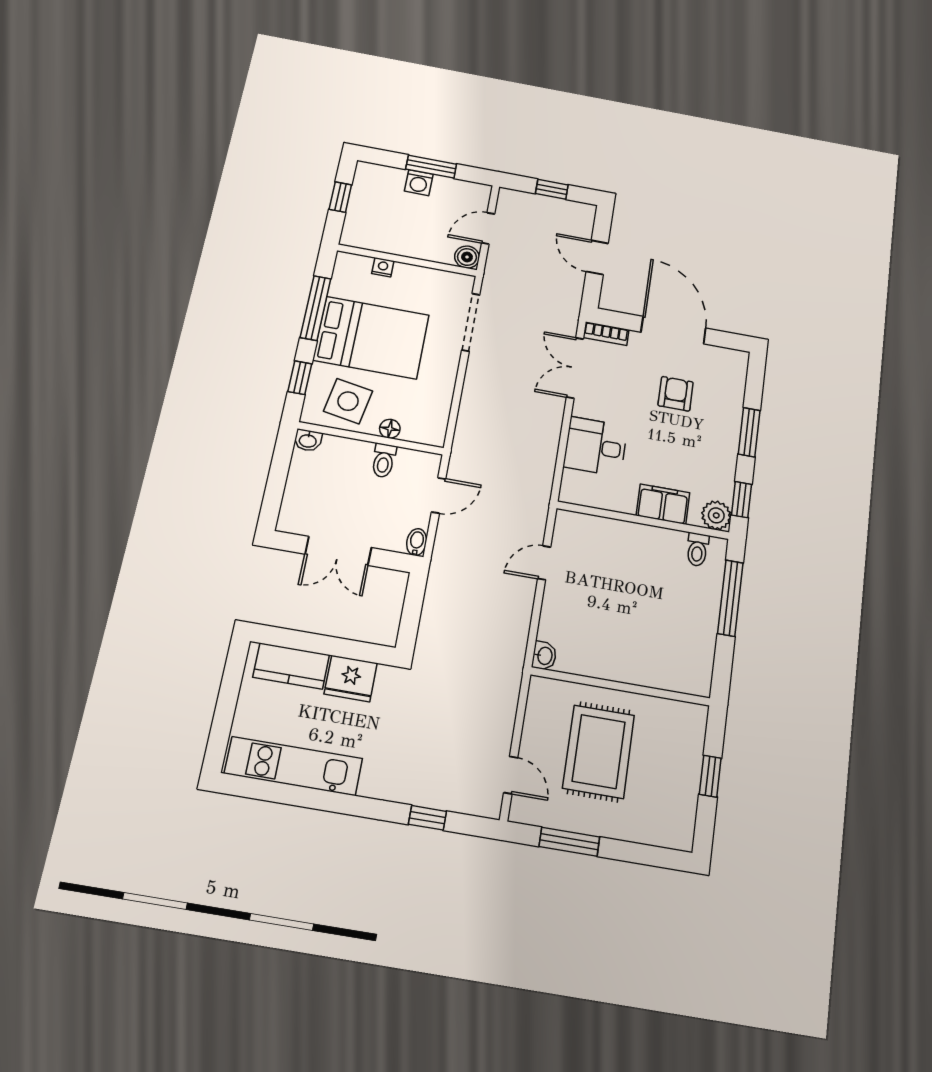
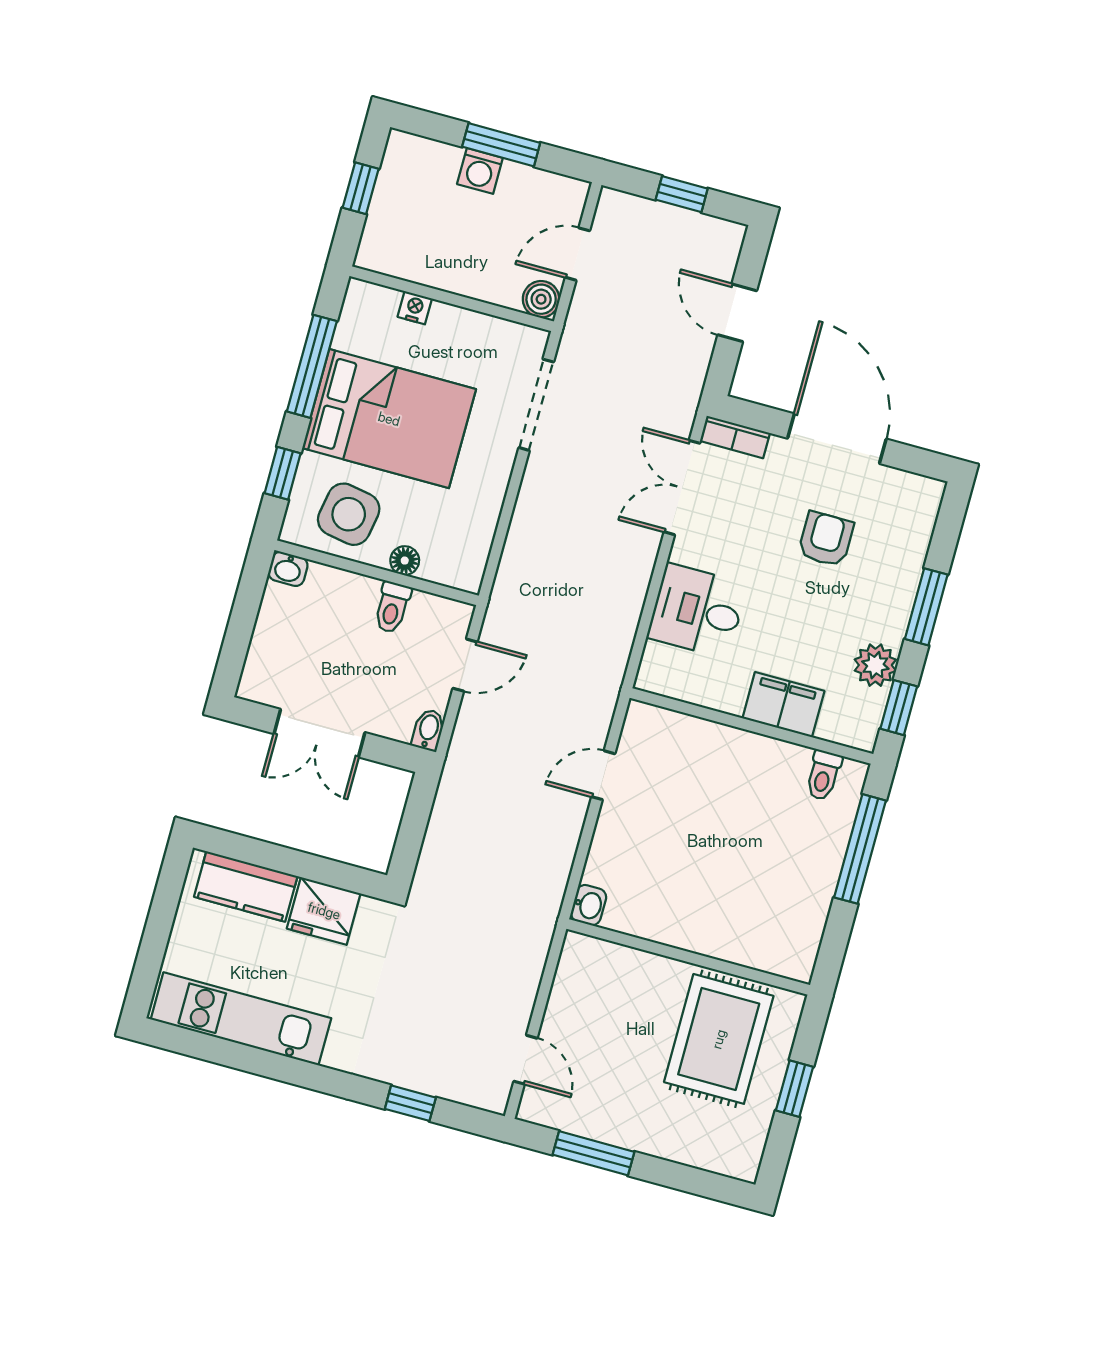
plant: (716, 515) -> (875, 665), moved
rug: (599, 752) -> (719, 1039), moved

